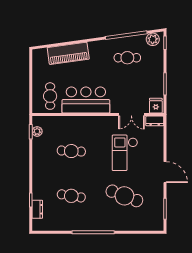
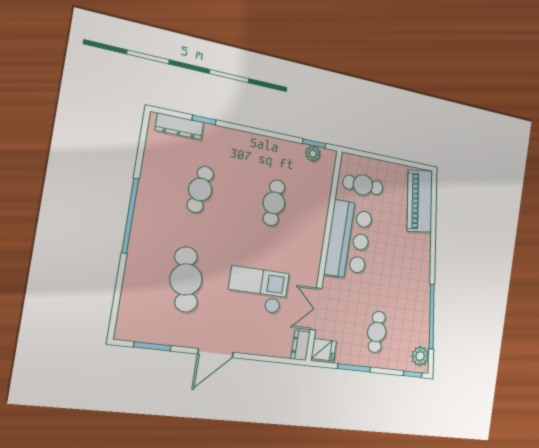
piano: (68, 53) -> (420, 201), moved
cafe table: (127, 58) -> (377, 332), moved
cafe table: (124, 196) -> (186, 279), turned -30
dresser: (37, 209) -> (179, 126), width x1.44

